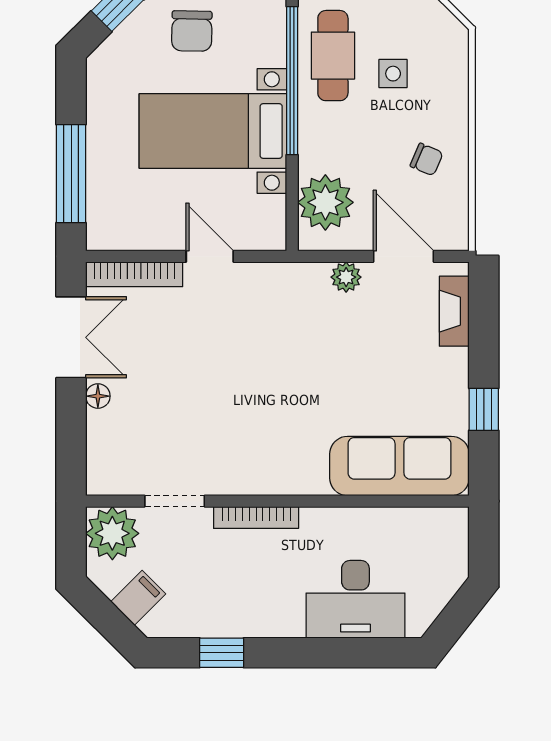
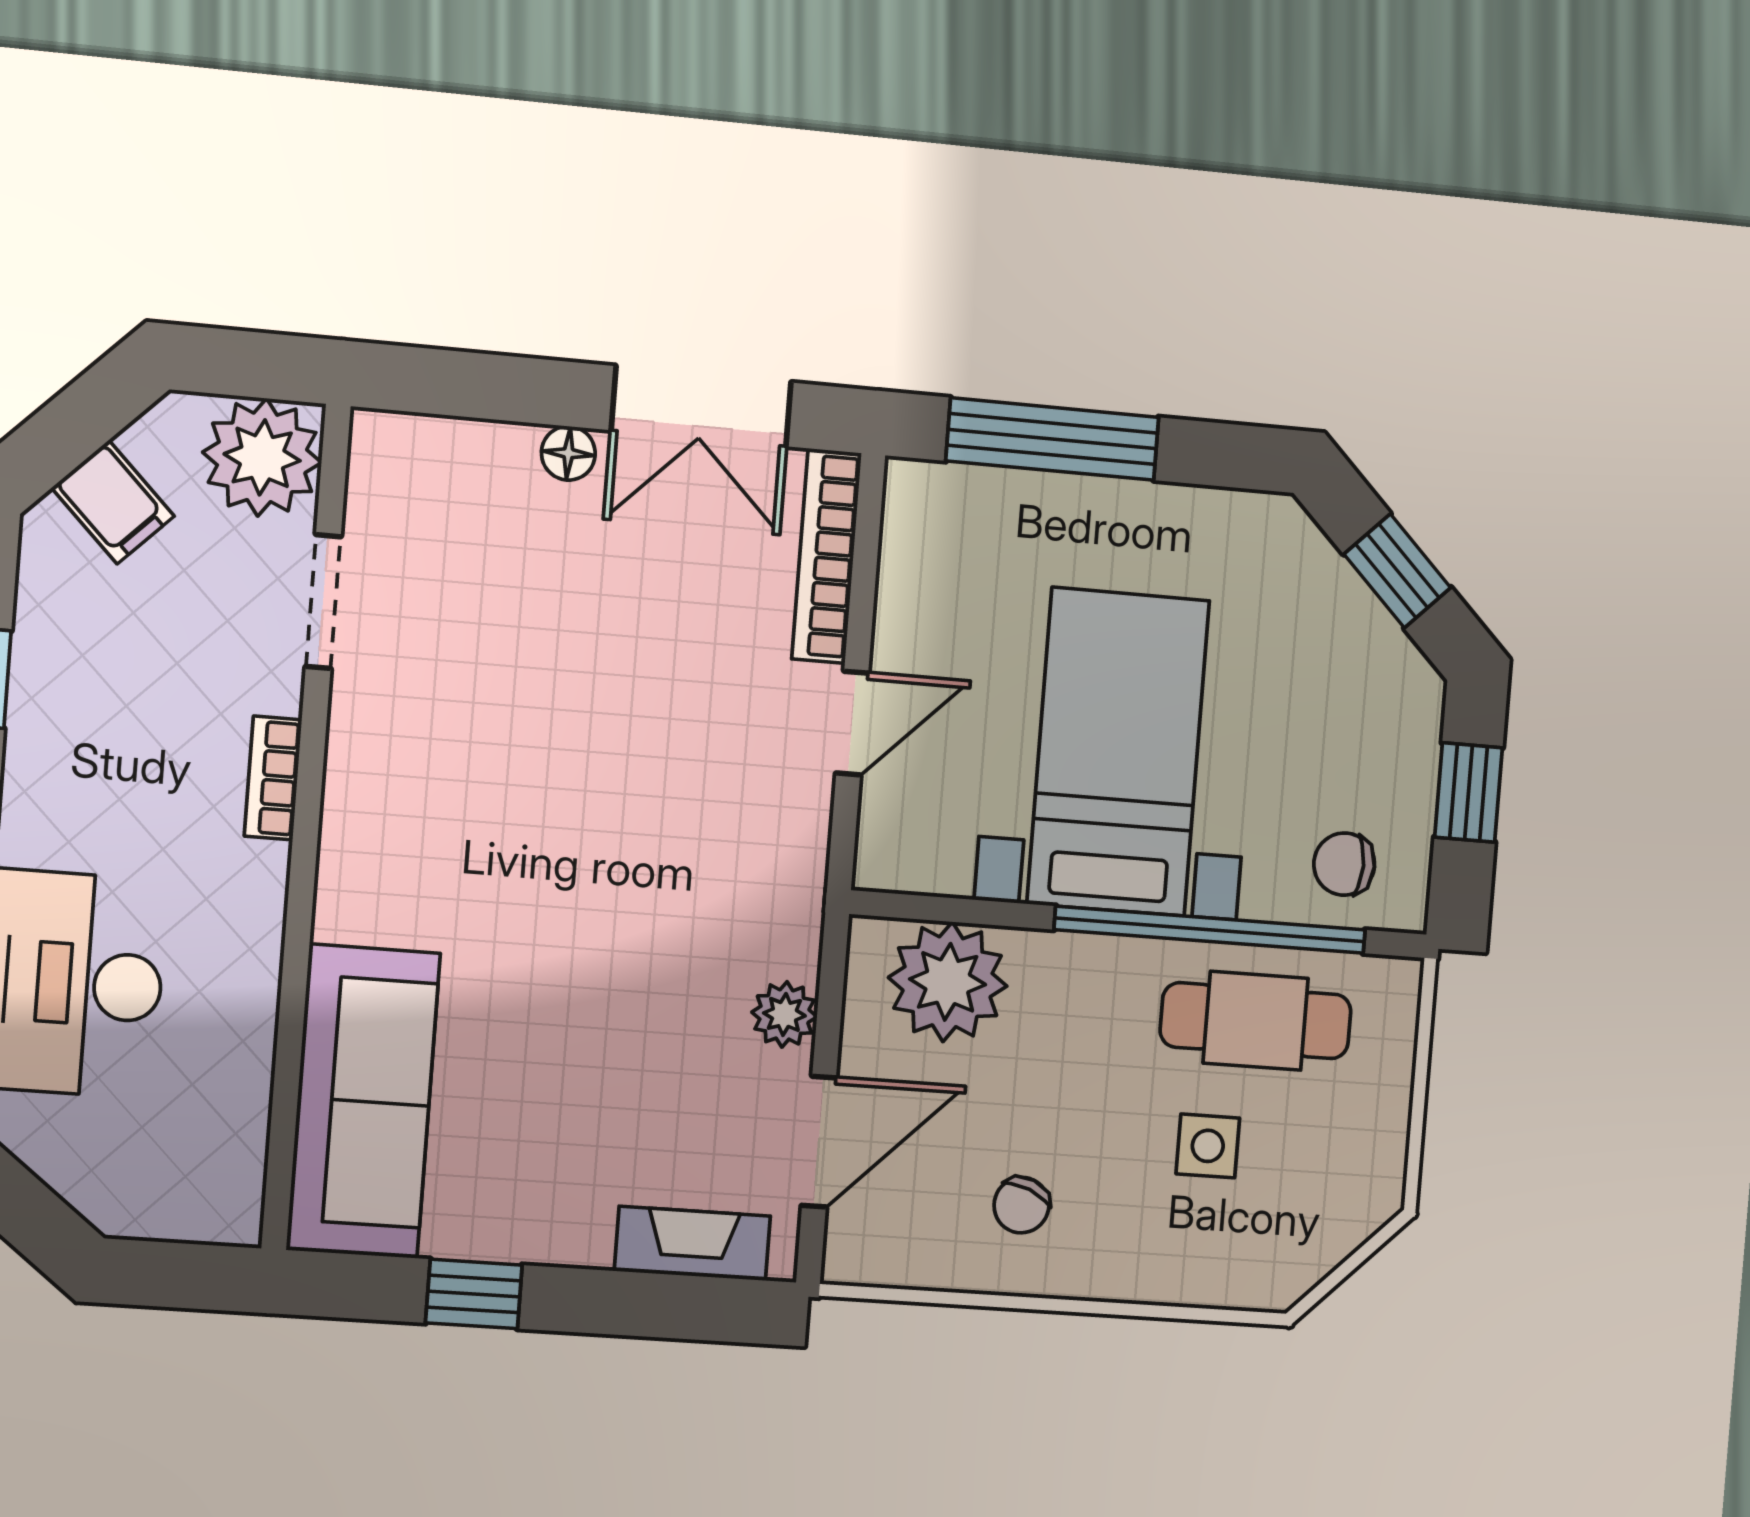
chair: (192, 31) -> (1344, 864), moved, width x0.73, depth x0.73
bookcase: (256, 518) -> (273, 778), width x0.64

